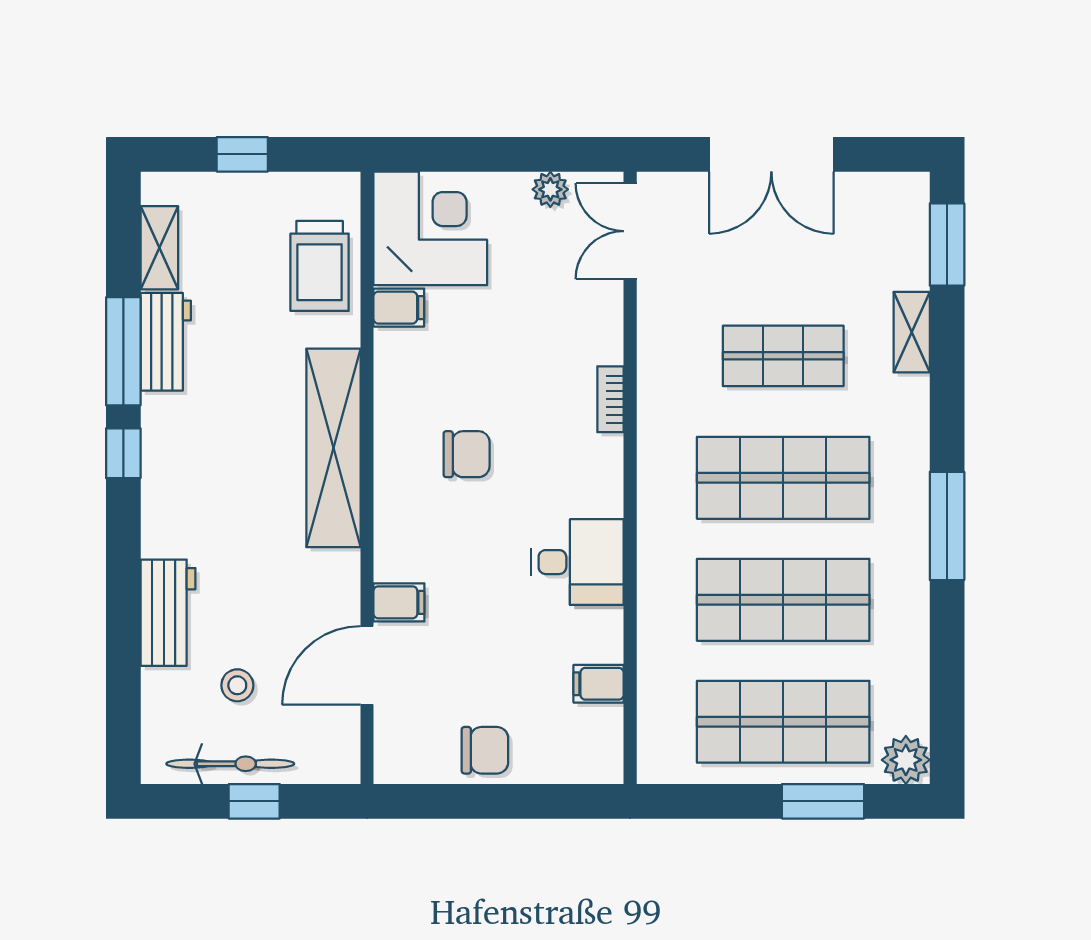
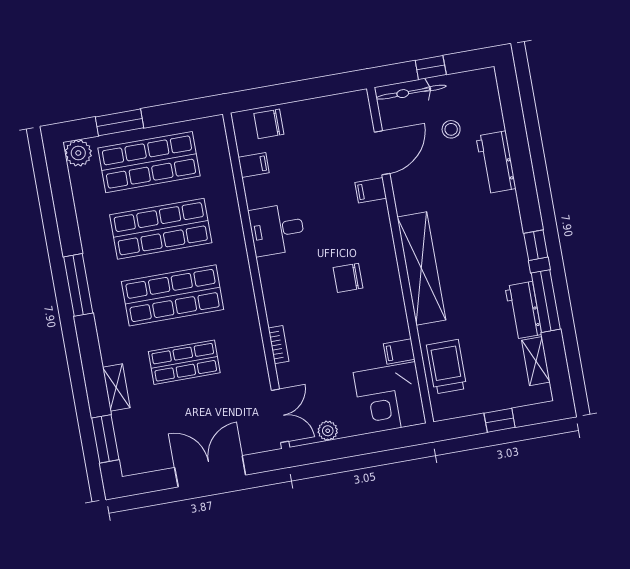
bookcase: (610, 399) -> (279, 345), moved
chair: (485, 750) -> (269, 124), moved
bicycle: (230, 764) -> (411, 92), moved

